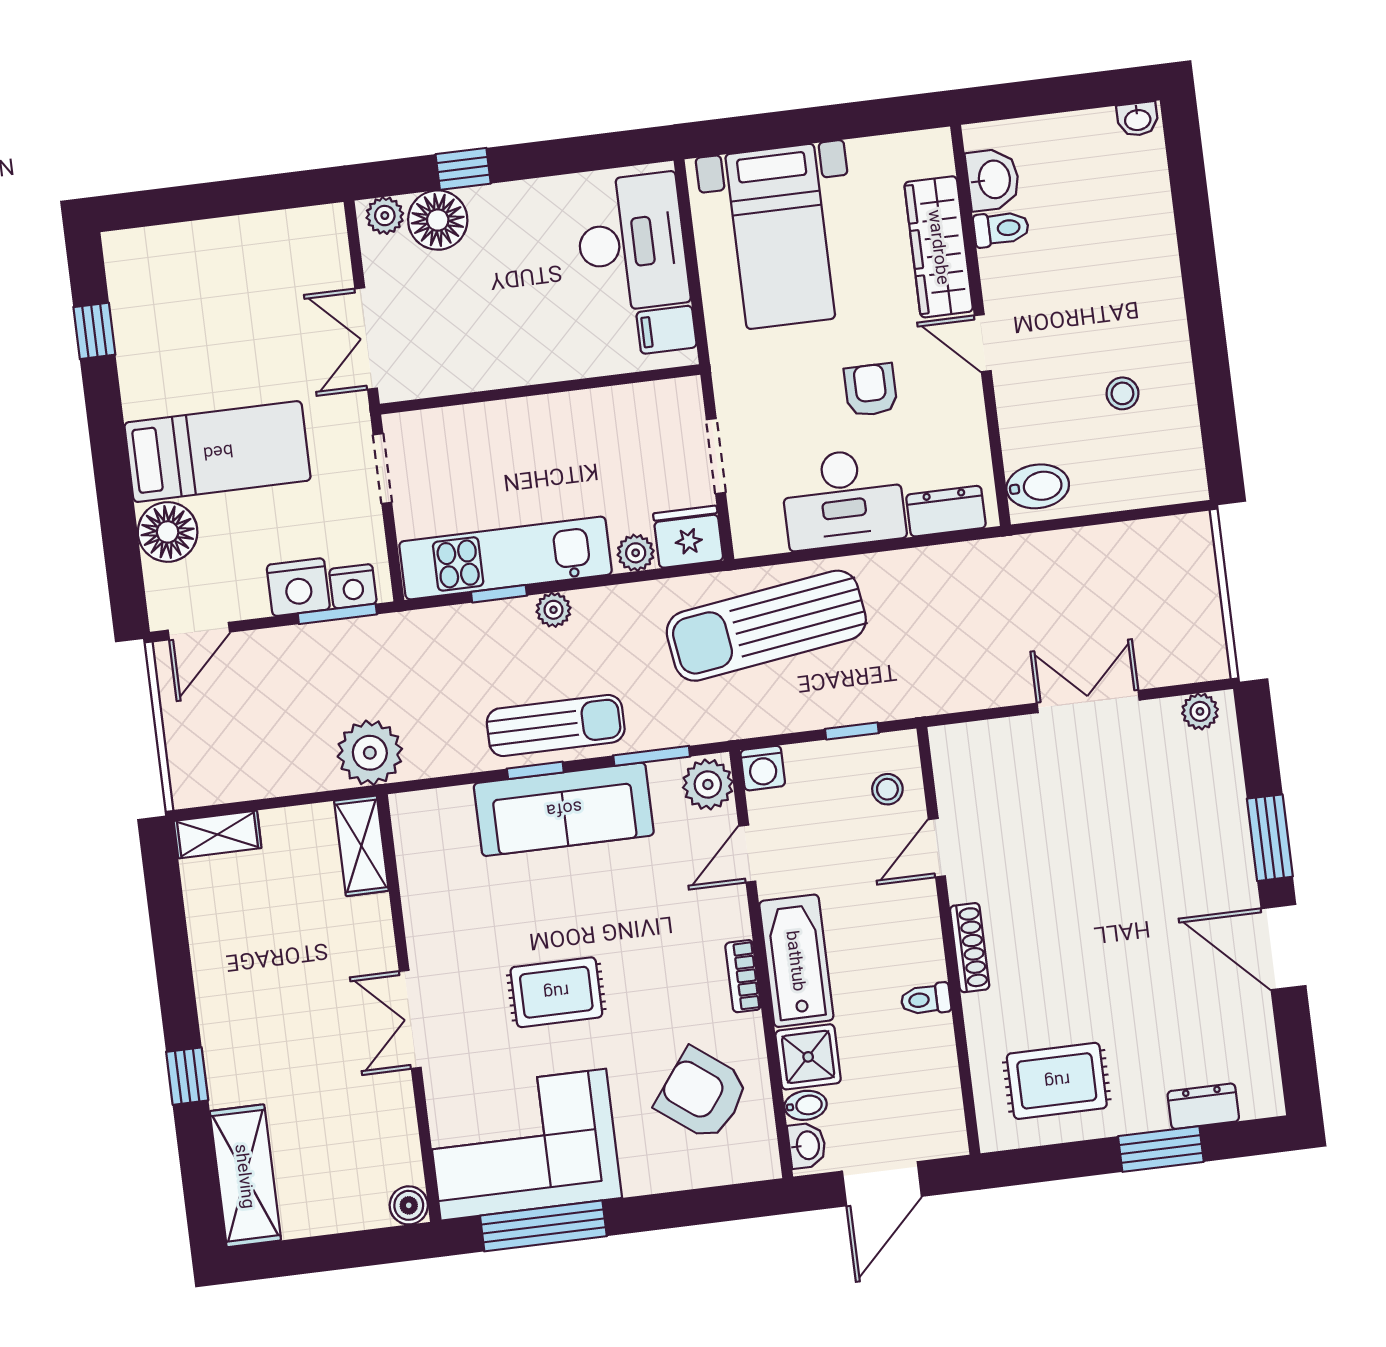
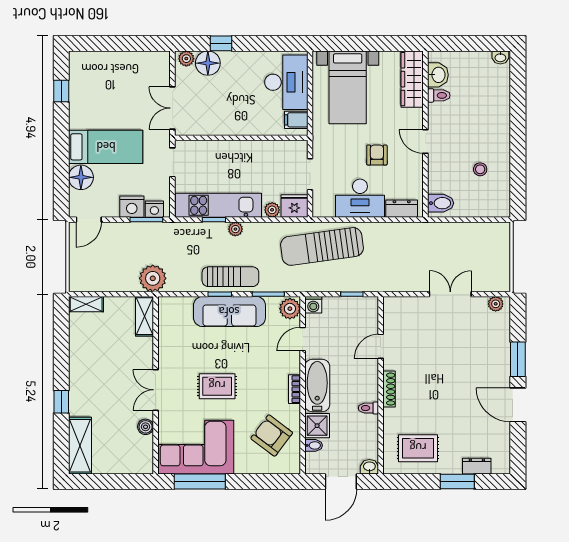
wardrobe: (939, 247) -> (412, 79), moved
stool: (887, 789) -> (363, 320), removed
washbasin: (807, 1145) -> (369, 467), moved, turned -90
boiler: (409, 1205) -> (146, 427), moved

